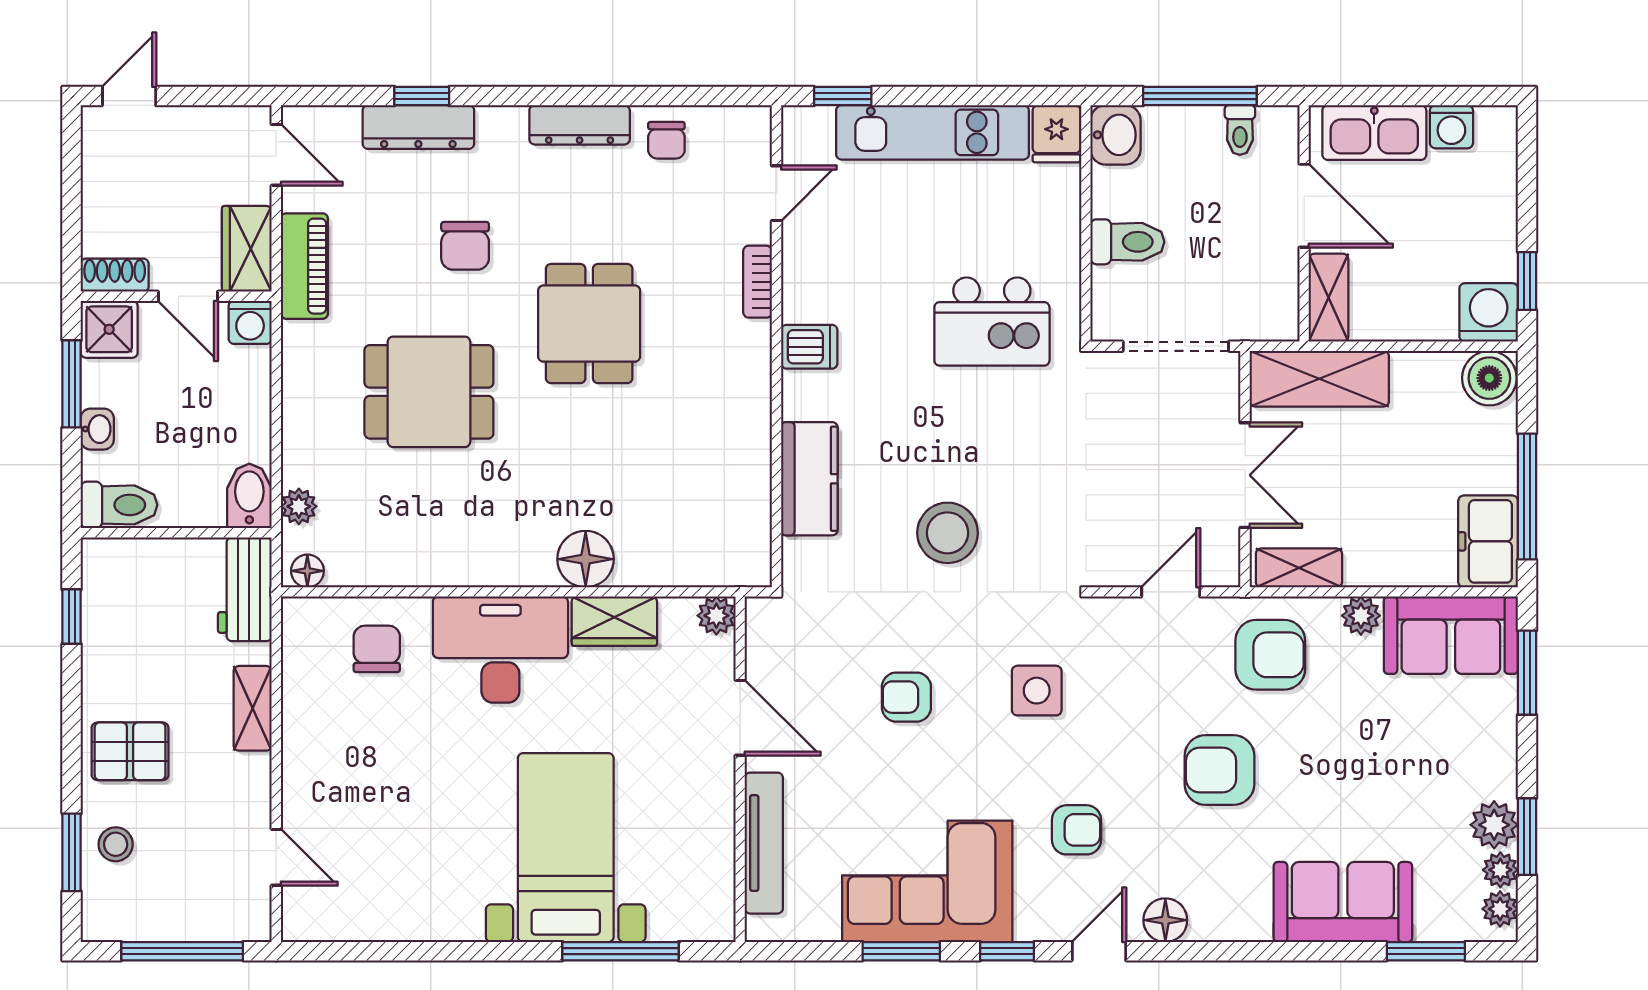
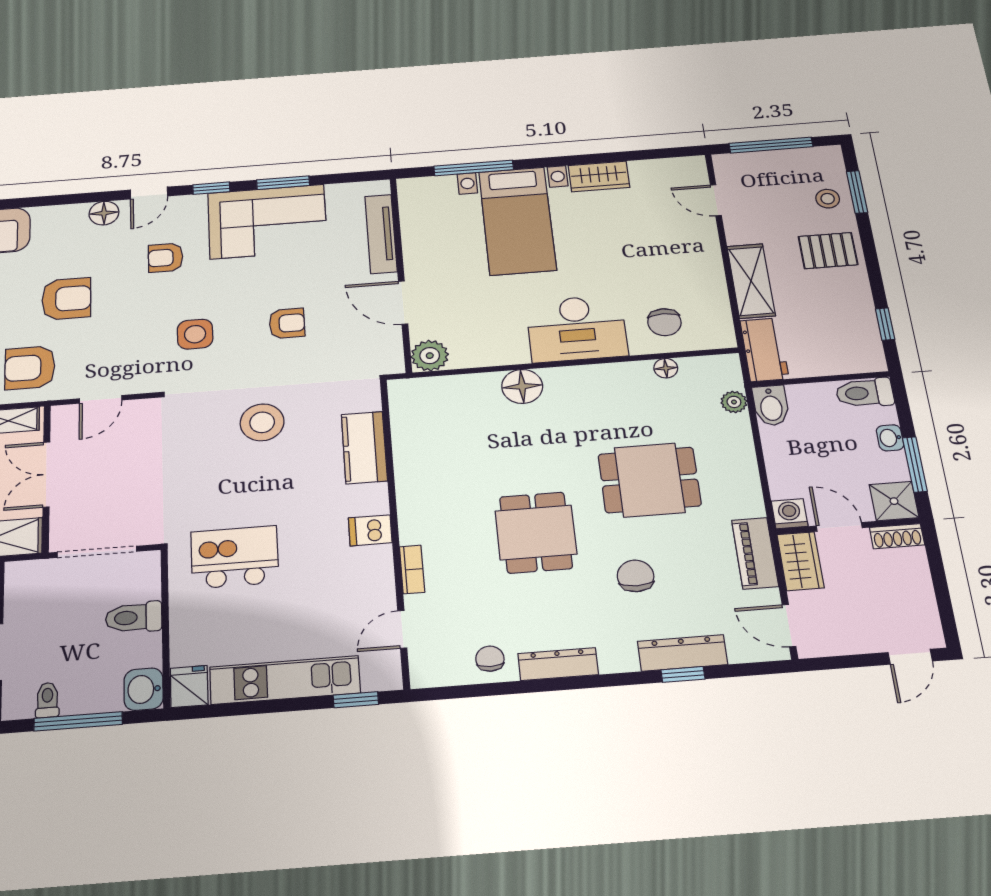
floor lamp: (307, 571) -> (666, 368), moved
plant: (716, 616) -> (430, 356), width x1.38, depth x1.38
wardrobe: (614, 621) -> (599, 176), moved, turned 180
shelving: (253, 708) -> (751, 281), width x1.50, depth x1.33

